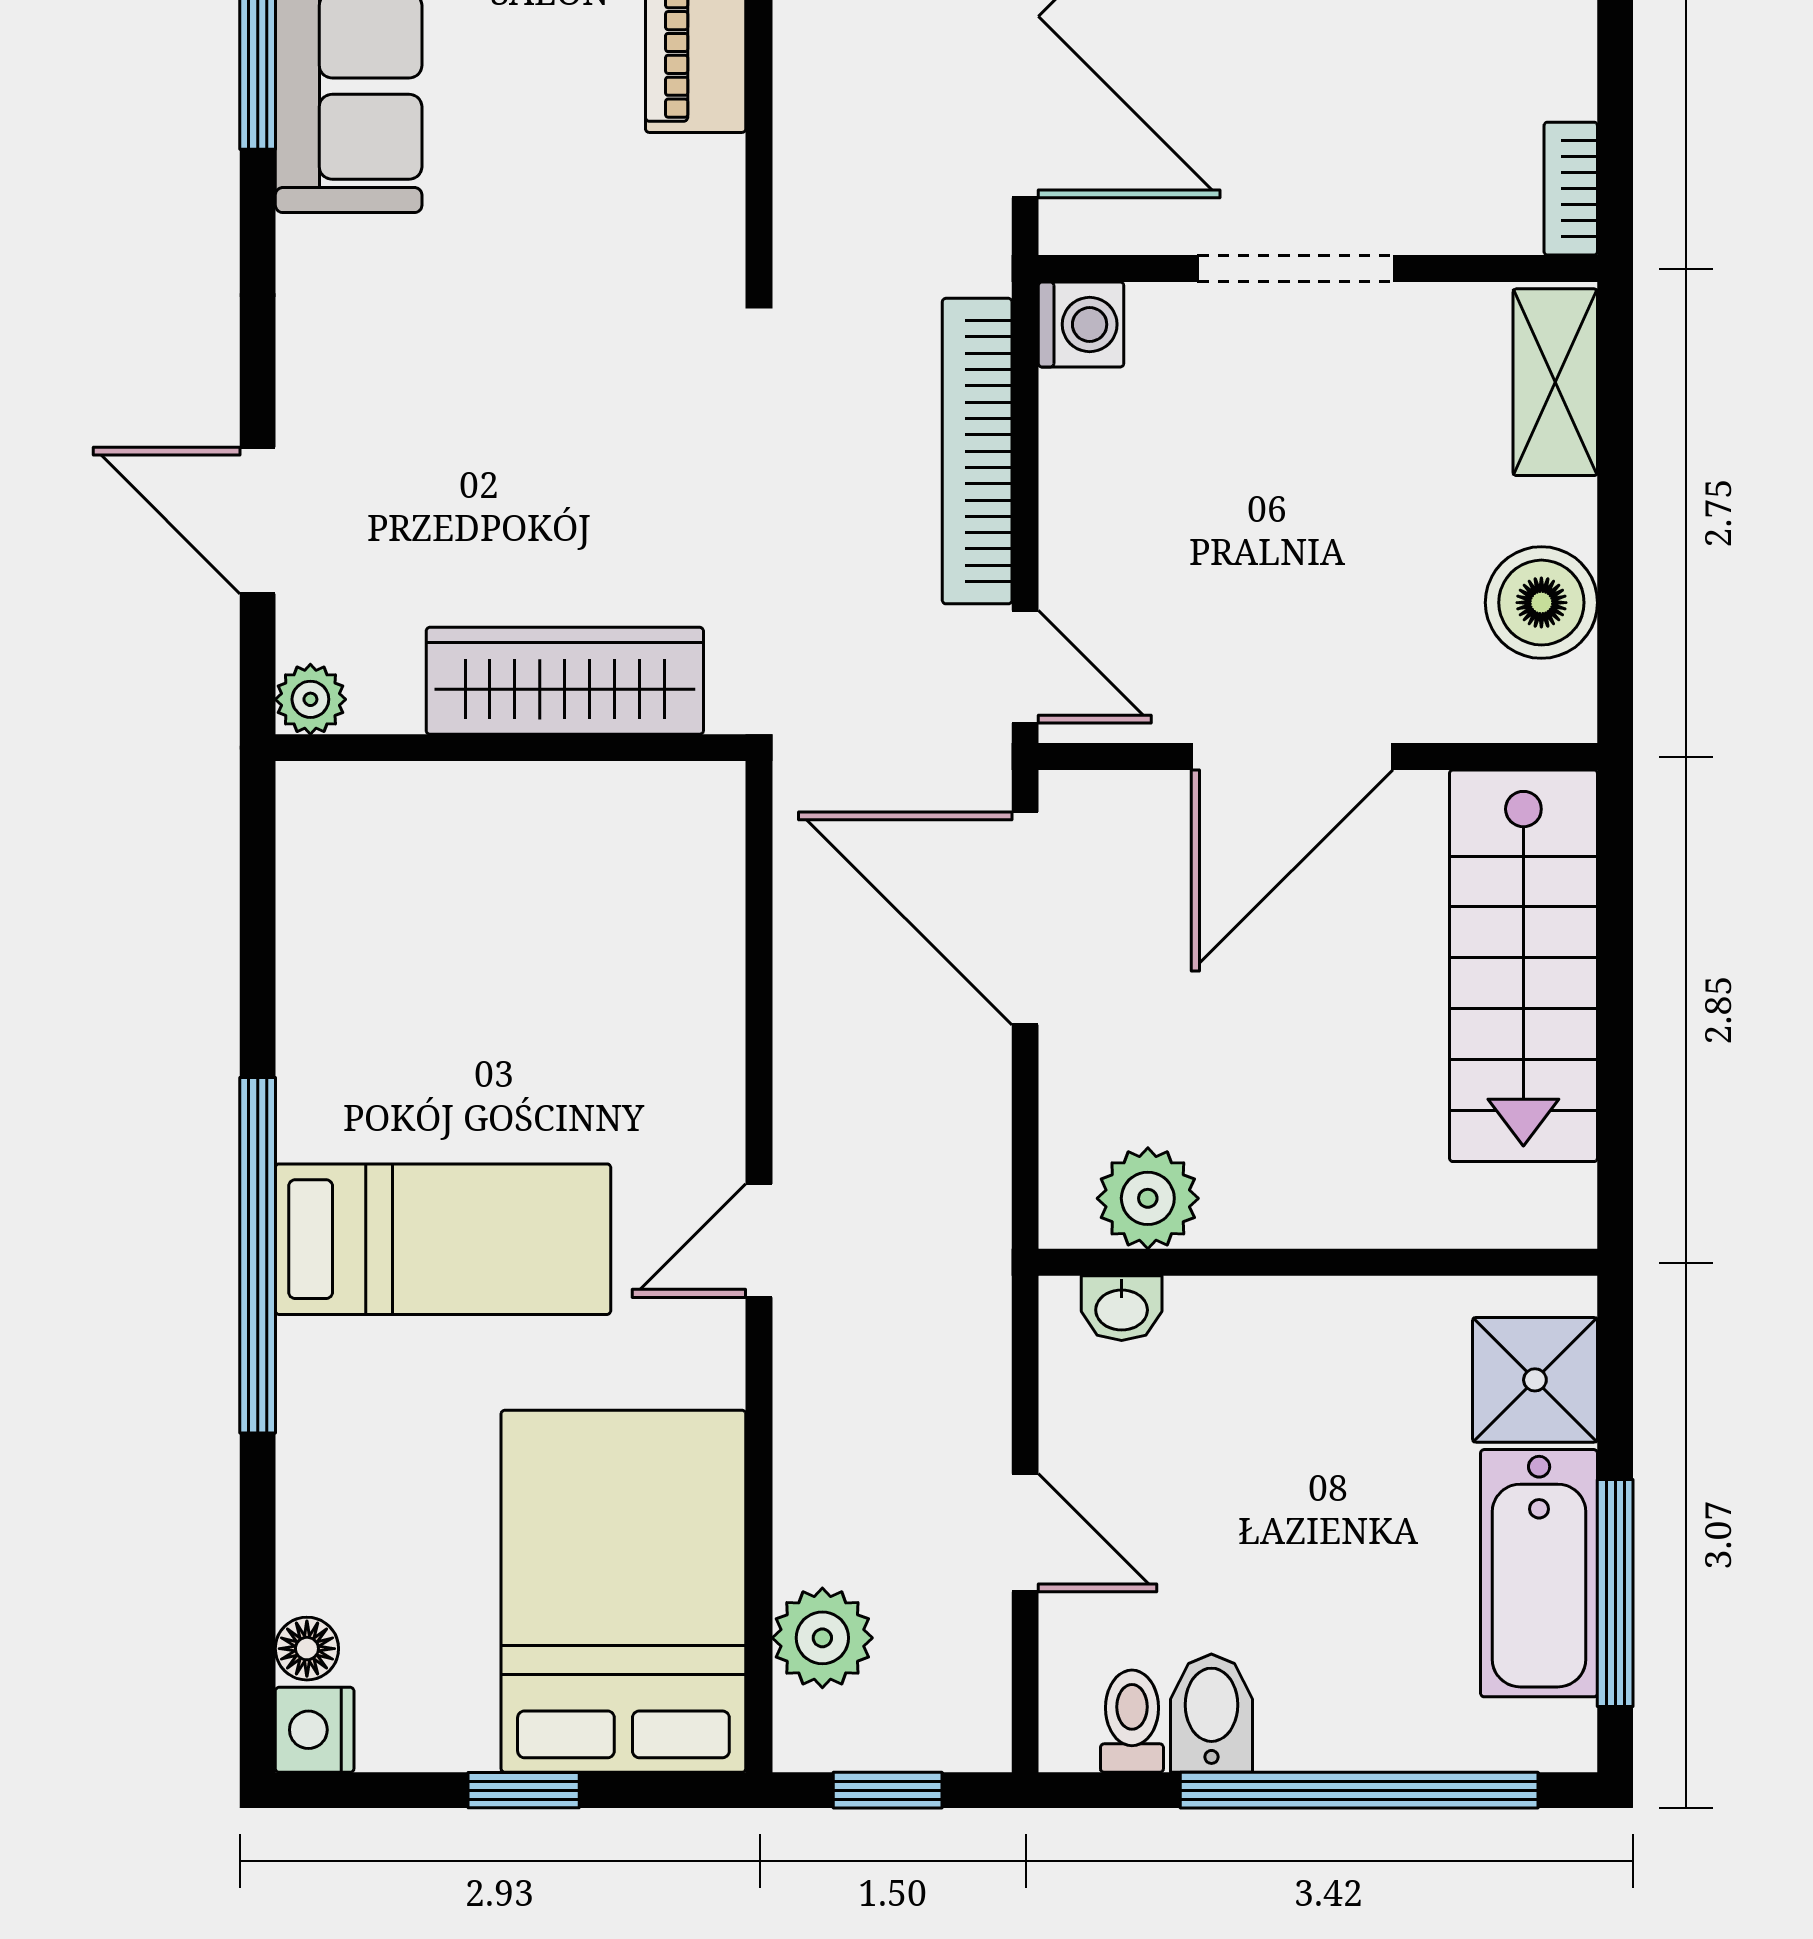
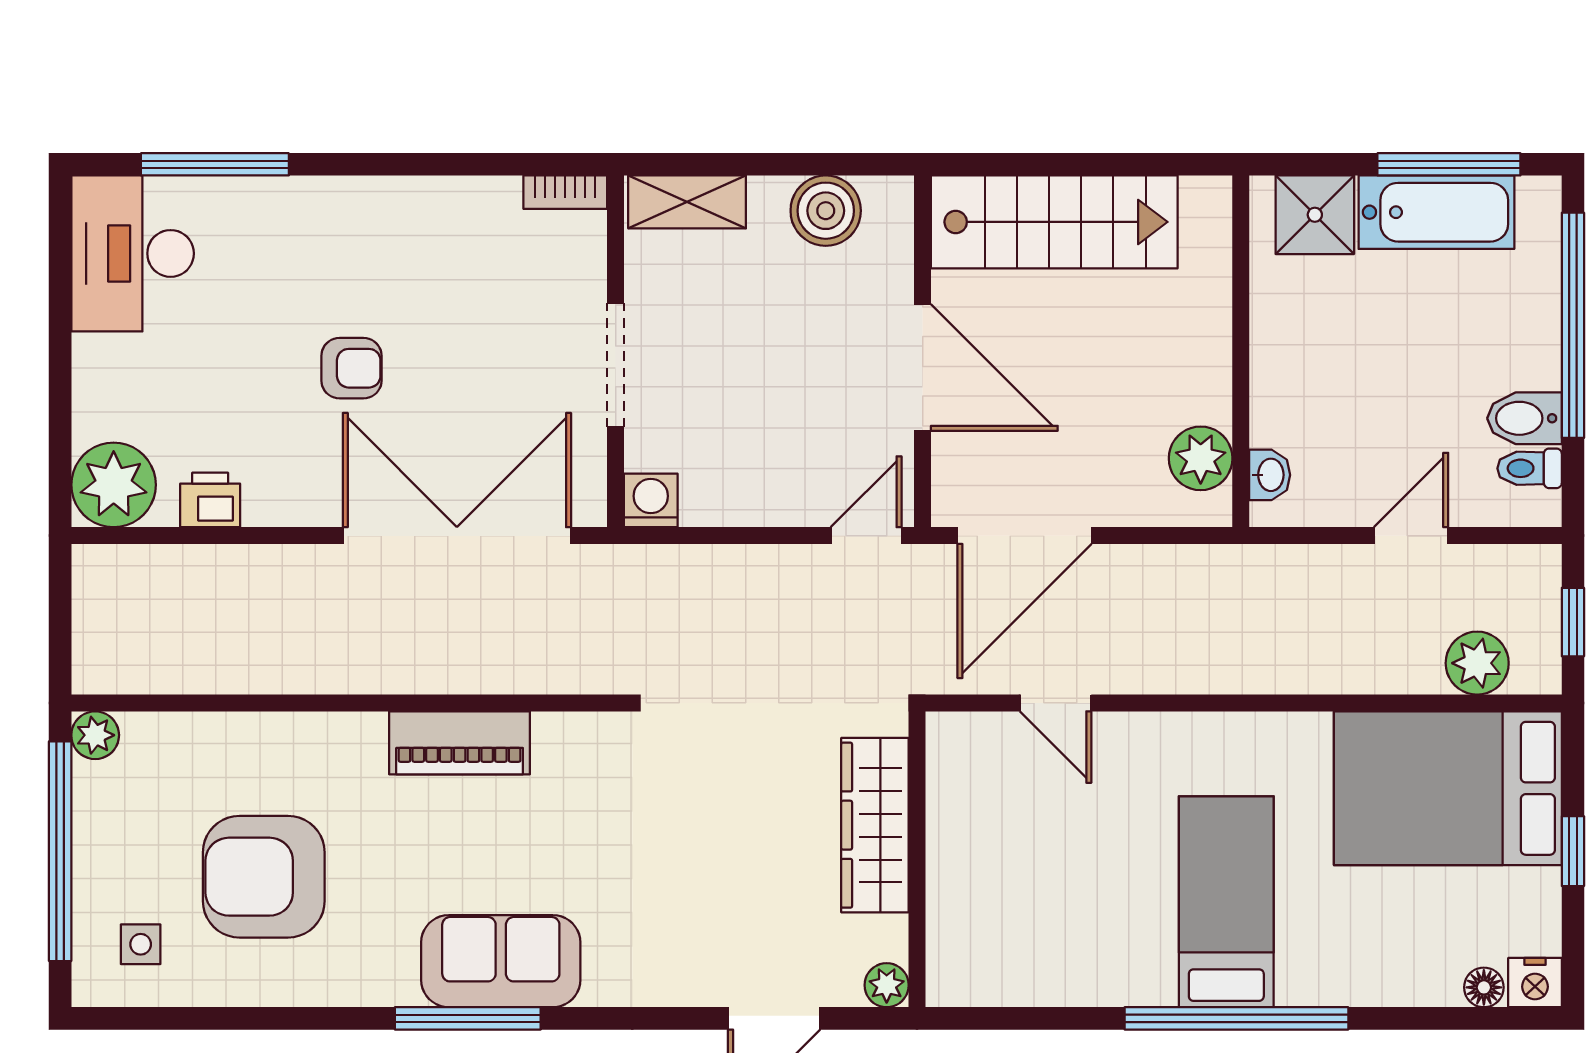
bookcase: (977, 451) -> (730, 566), removed
door: (759, 1241) -> (1056, 703), moved

